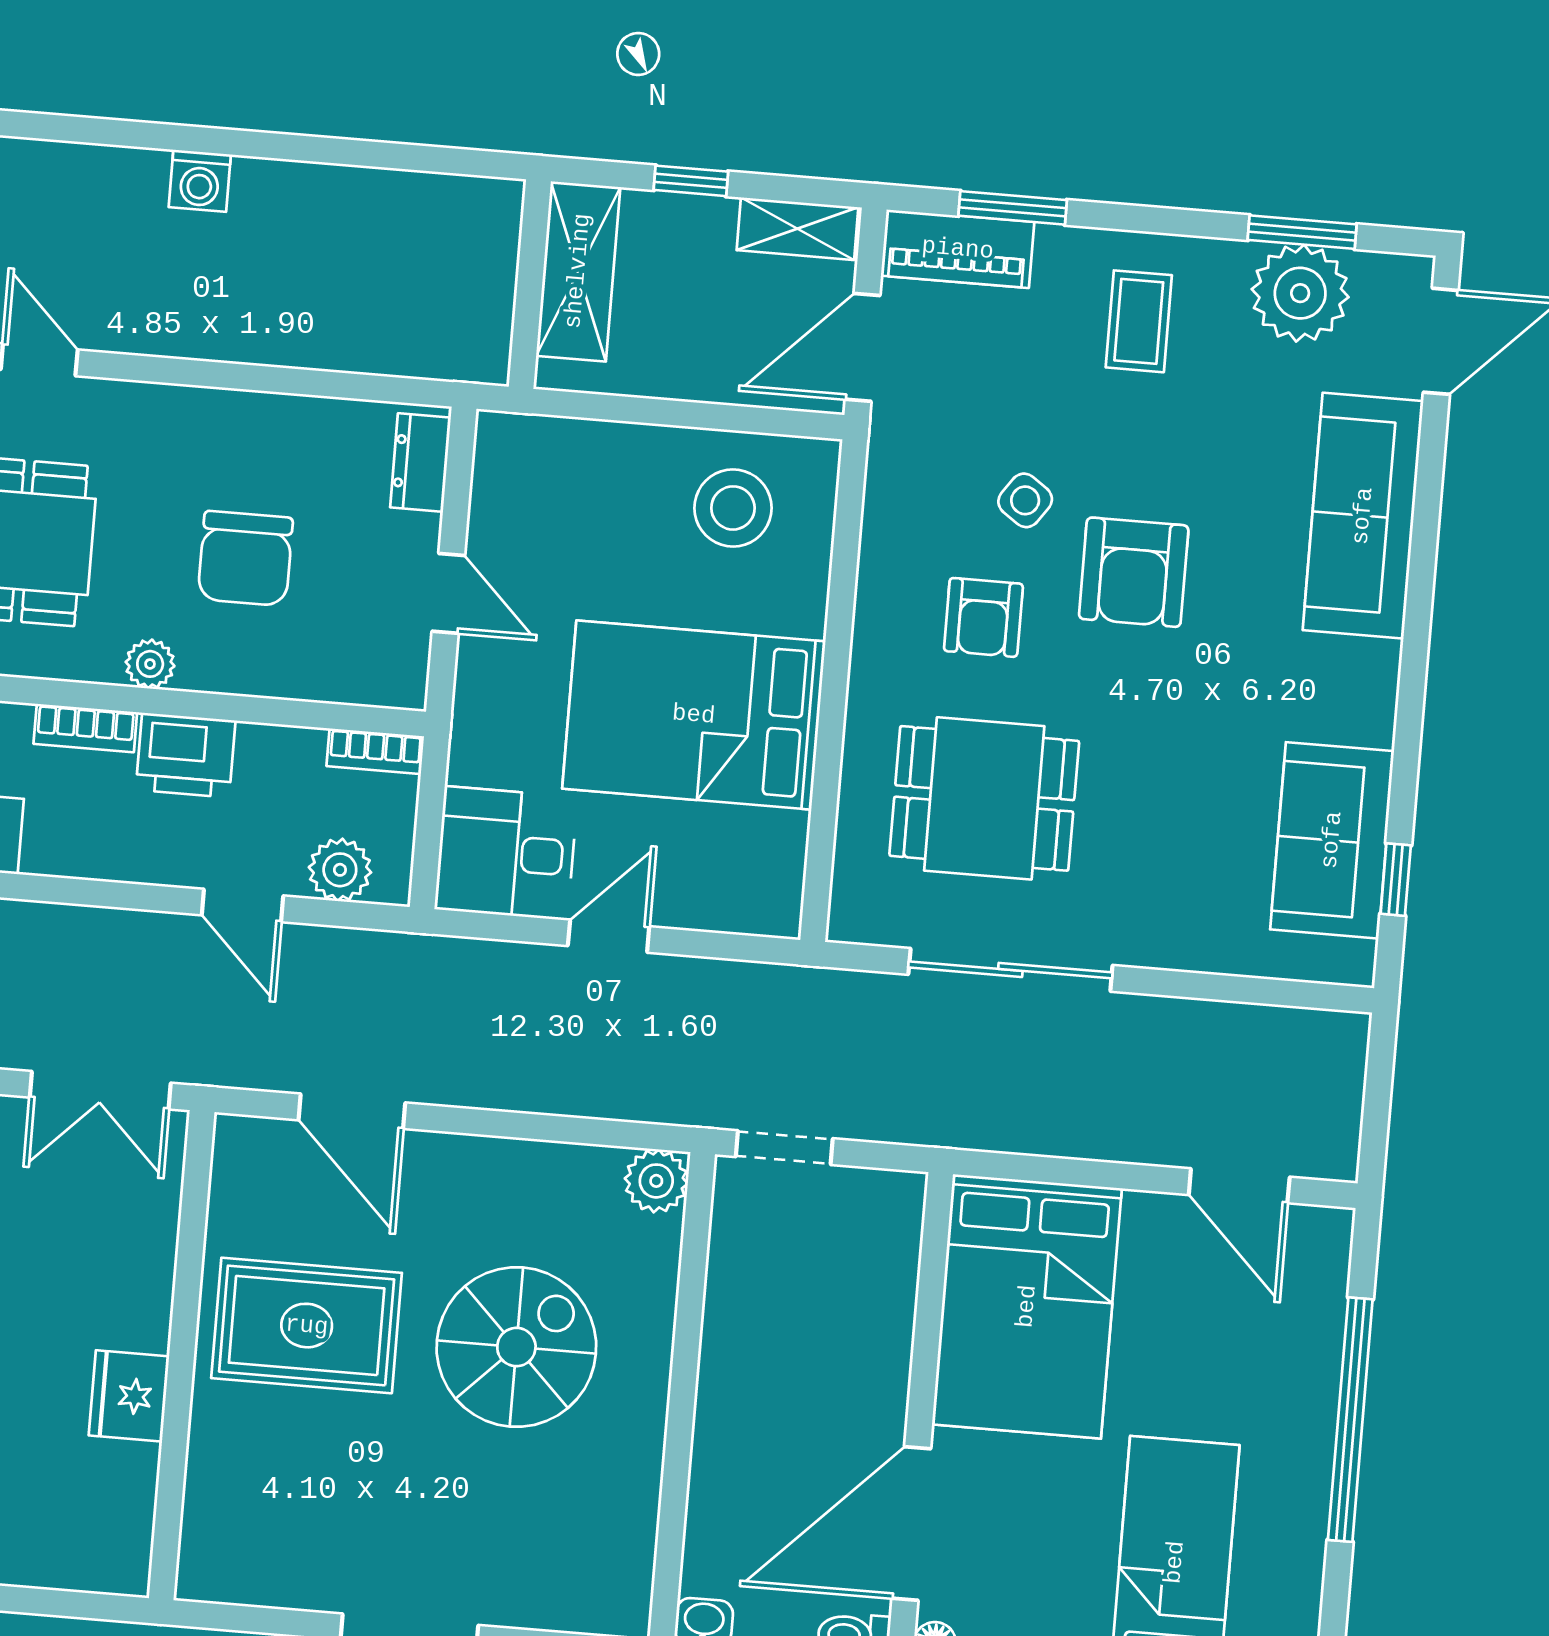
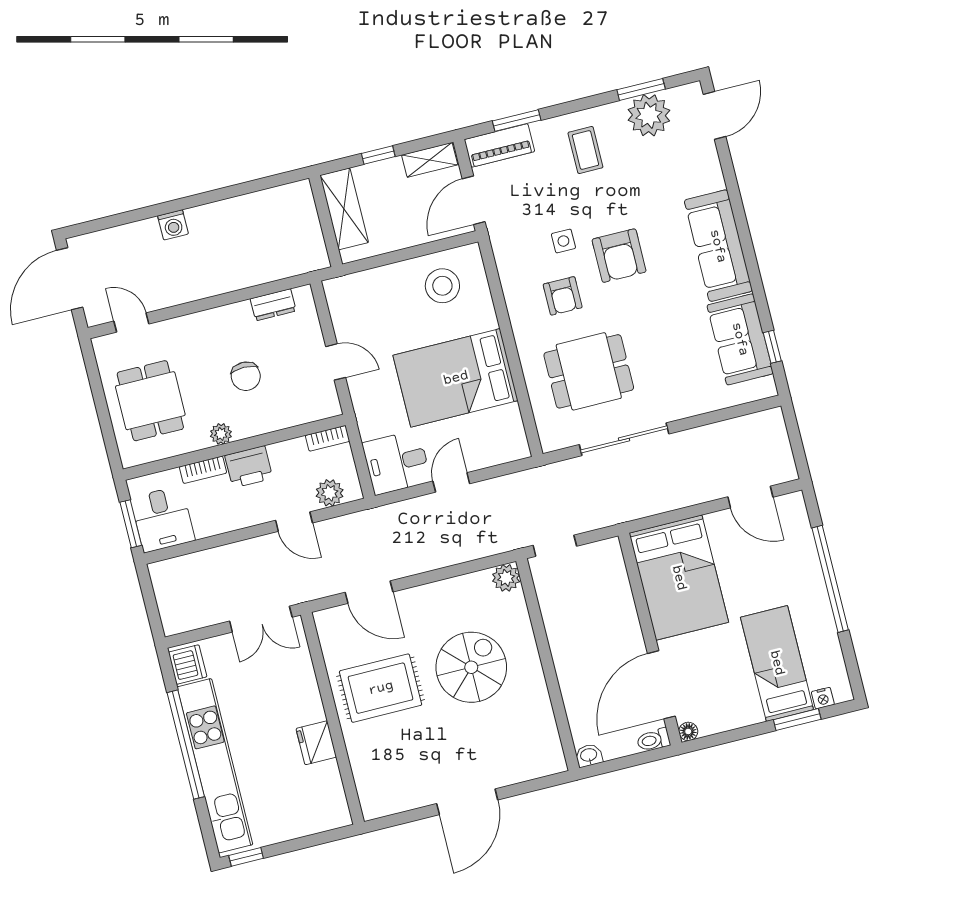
dresser: (420, 462) -> (273, 305), moved, turned -90
side table: (1025, 500) -> (563, 241), turned -35
sofa: (1363, 516) -> (718, 246), moved
chair: (245, 558) -> (246, 376), width x0.73, depth x0.73

